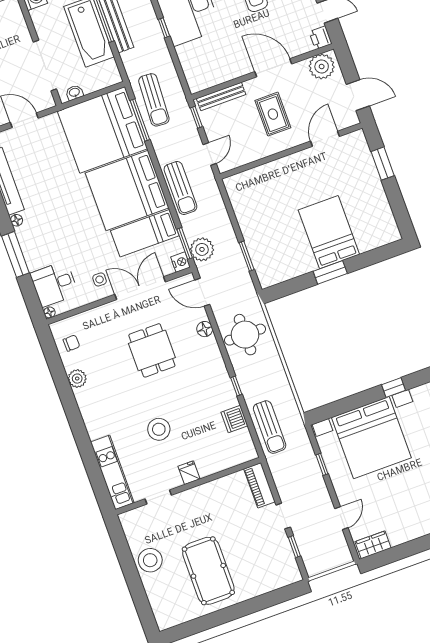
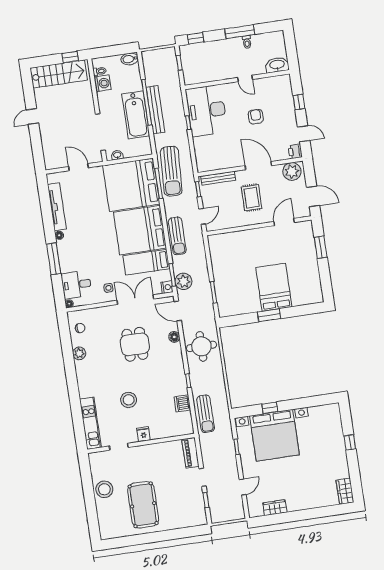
sun lounger: (154, 100) -> (171, 171), width x1.36, depth x1.34
window: (394, 388) -> (270, 408), moved
wardrobe: (373, 545) -> (275, 508), moved

